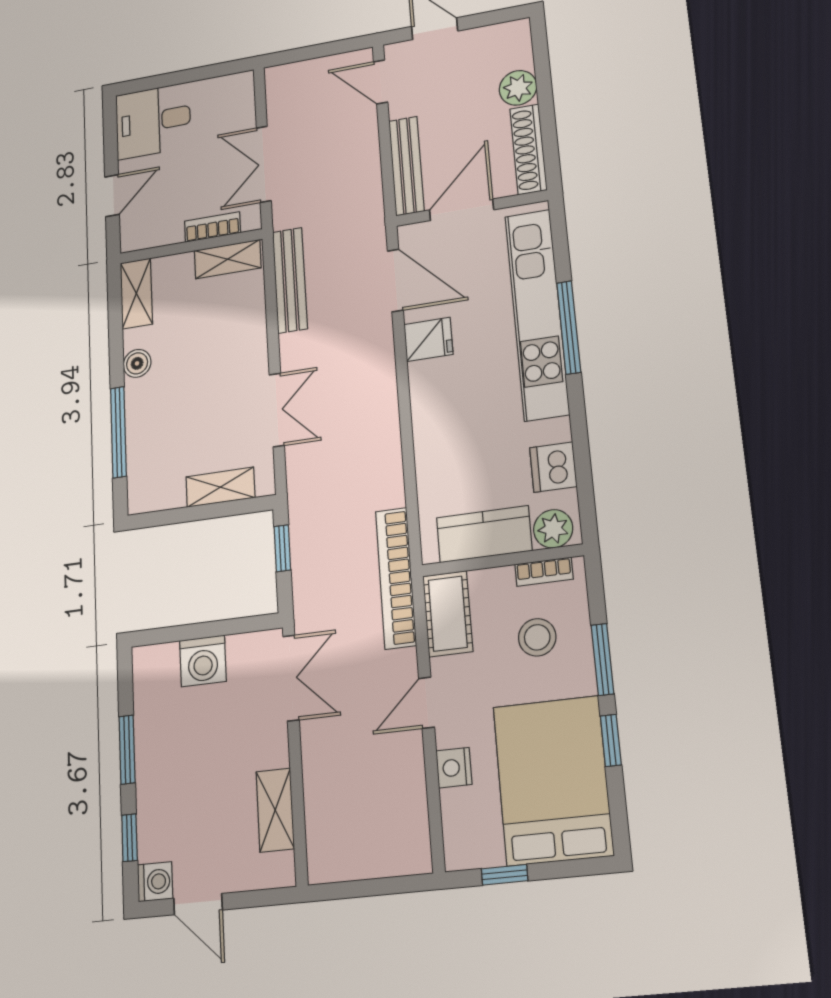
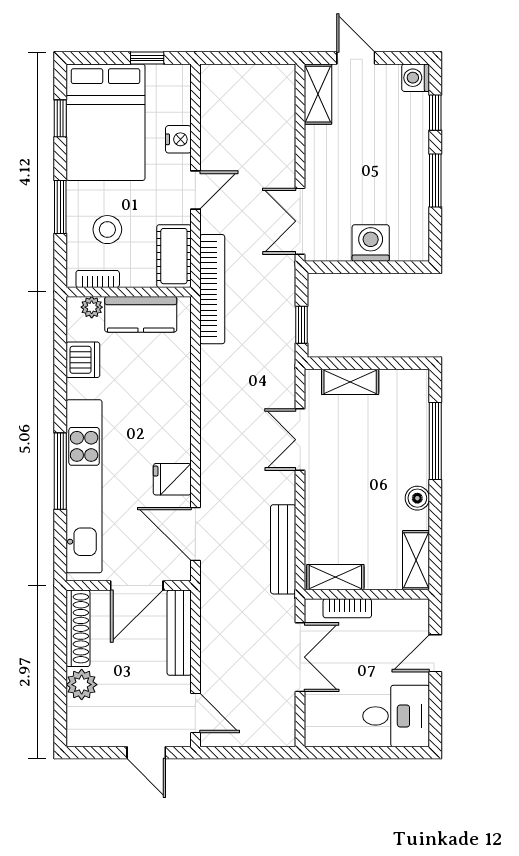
plant: (553, 529) -> (92, 307), width x0.73, depth x0.73
window: (611, 740) -> (60, 118), moved
shelving: (275, 810) -> (318, 94), moved
door: (198, 904) -> (356, 58), moved

